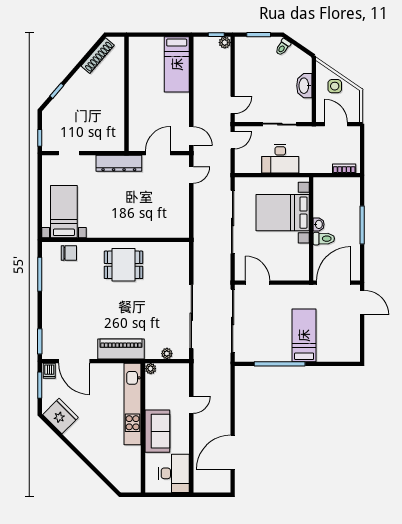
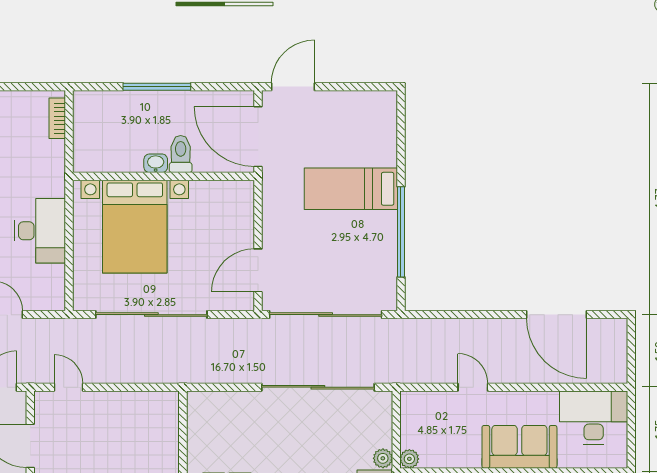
plant: (167, 354) -> (383, 458), moved

